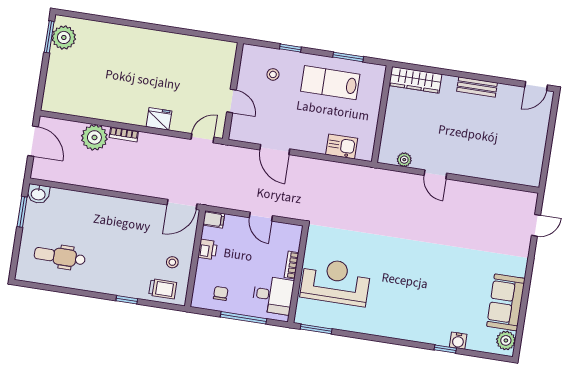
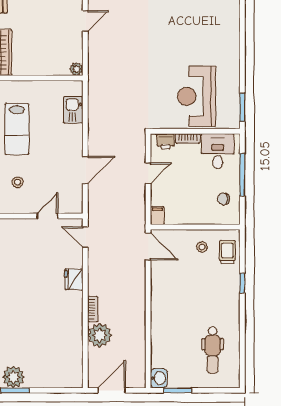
plant: (404, 160) -> (76, 69), moved
printer: (208, 249) -> (166, 141), moved, turned 180

